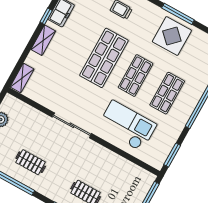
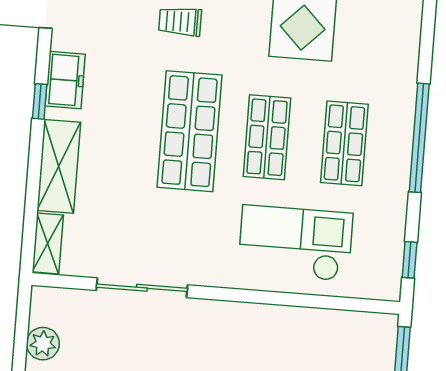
shelving: (43, 40) -> (59, 166), width x1.50, depth x1.33
sliding door: (72, 125) -> (142, 288), moved
window: (172, 155) -> (410, 260), width x0.67

